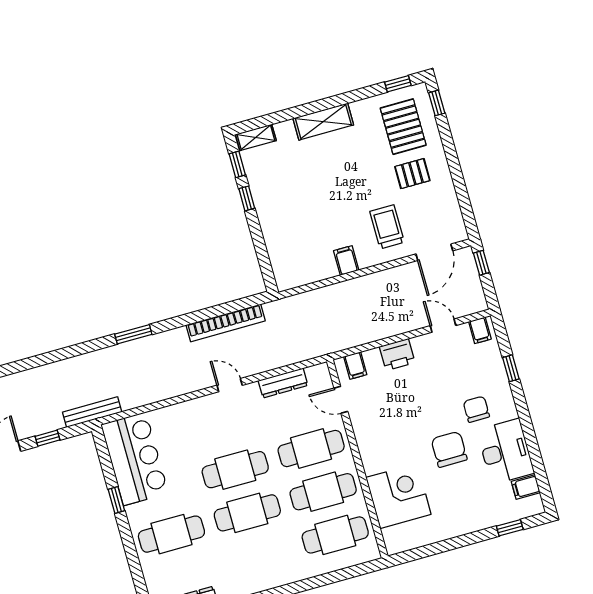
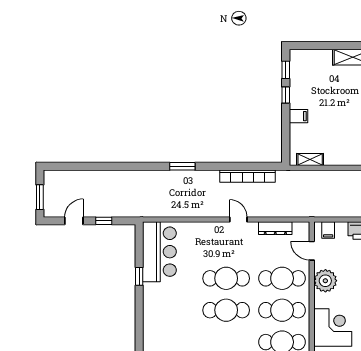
shelving: (256, 137) -> (310, 159), moved
filing cabinet: (346, 260) -> (299, 116), moved, turned 90
bench: (92, 412) -> (139, 212), removed
plant: (371, 435) -> (325, 281), added
cafe table: (171, 534) -> (170, 310), removed

